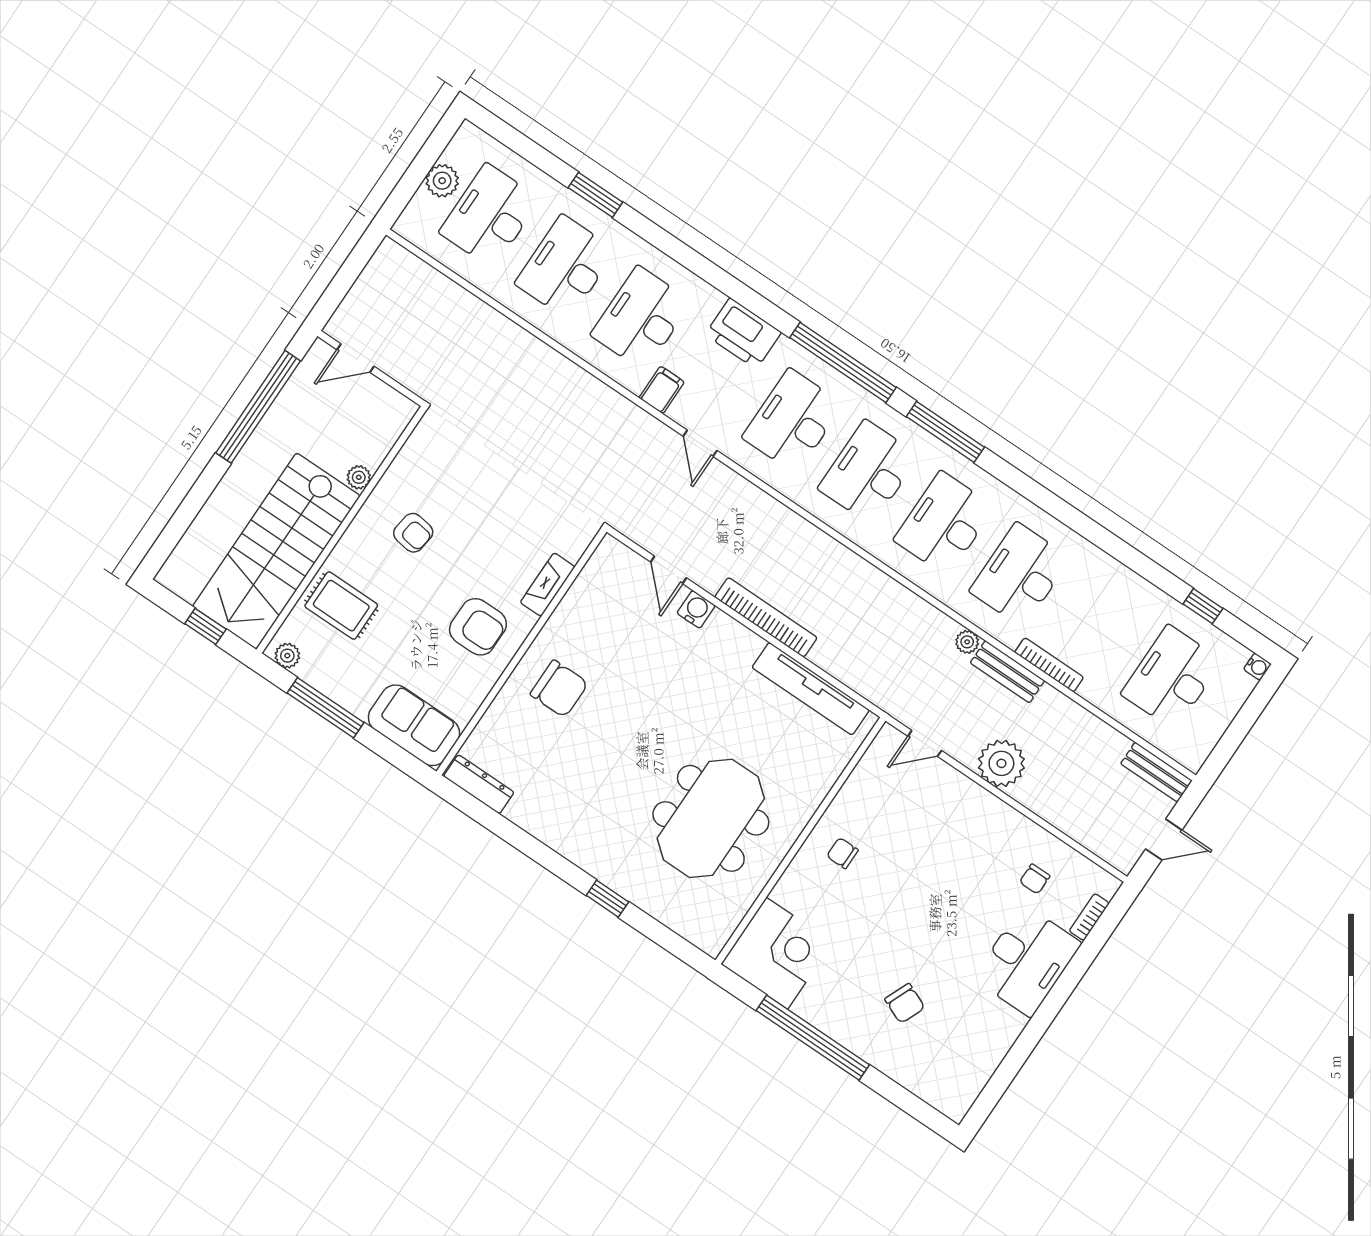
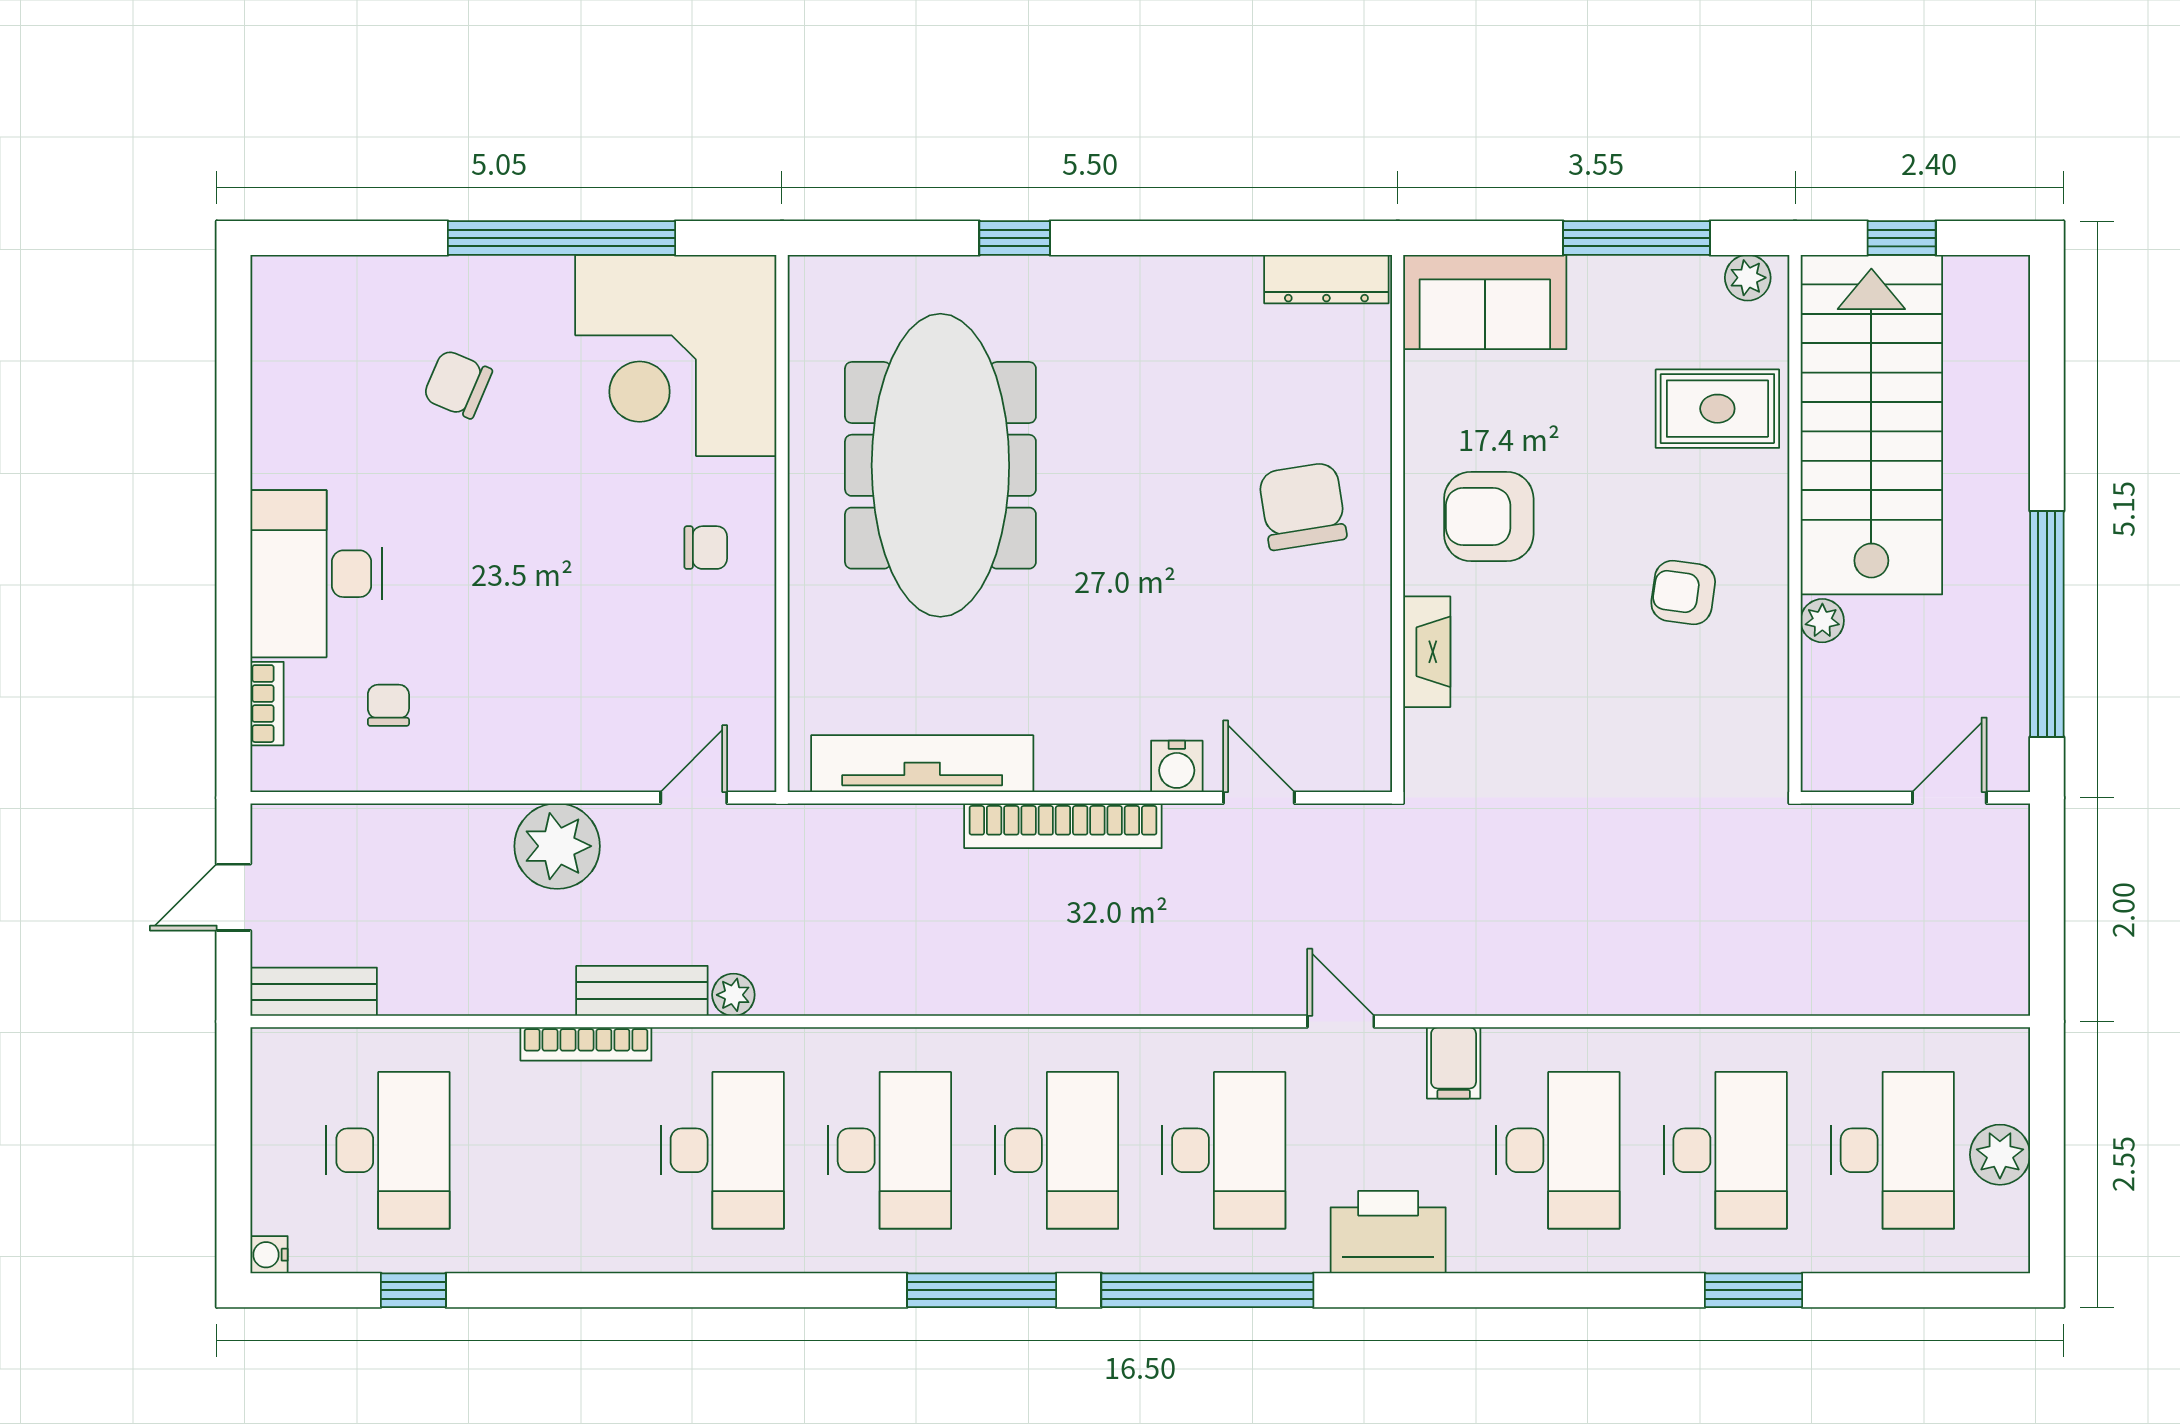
chair: (559, 689) -> (1303, 506), turned 81
meeting table: (711, 818) -> (940, 465), width x1.36
corner desk: (777, 953) -> (676, 355), width x1.36, depth x1.36

